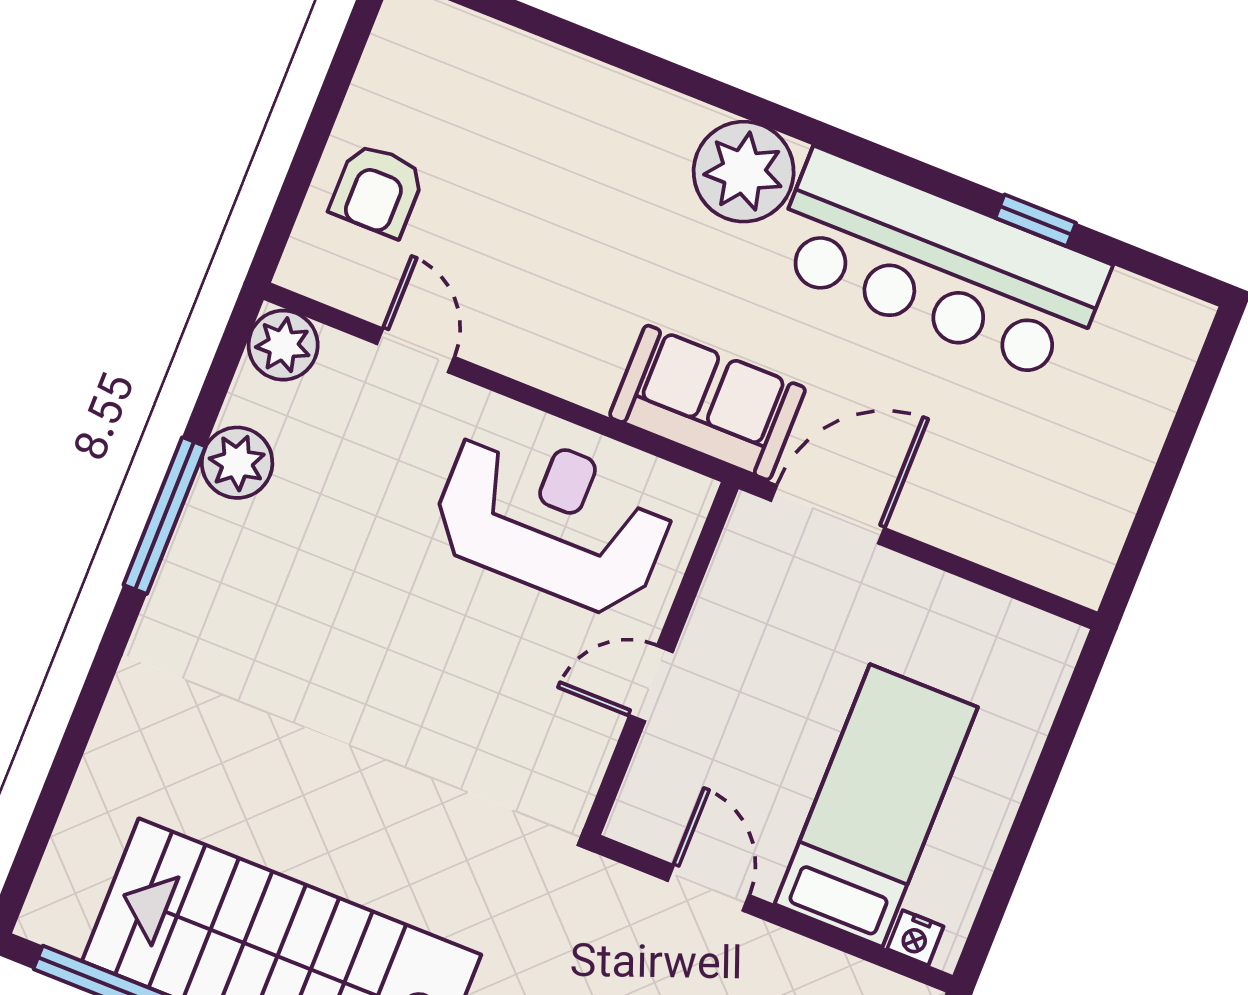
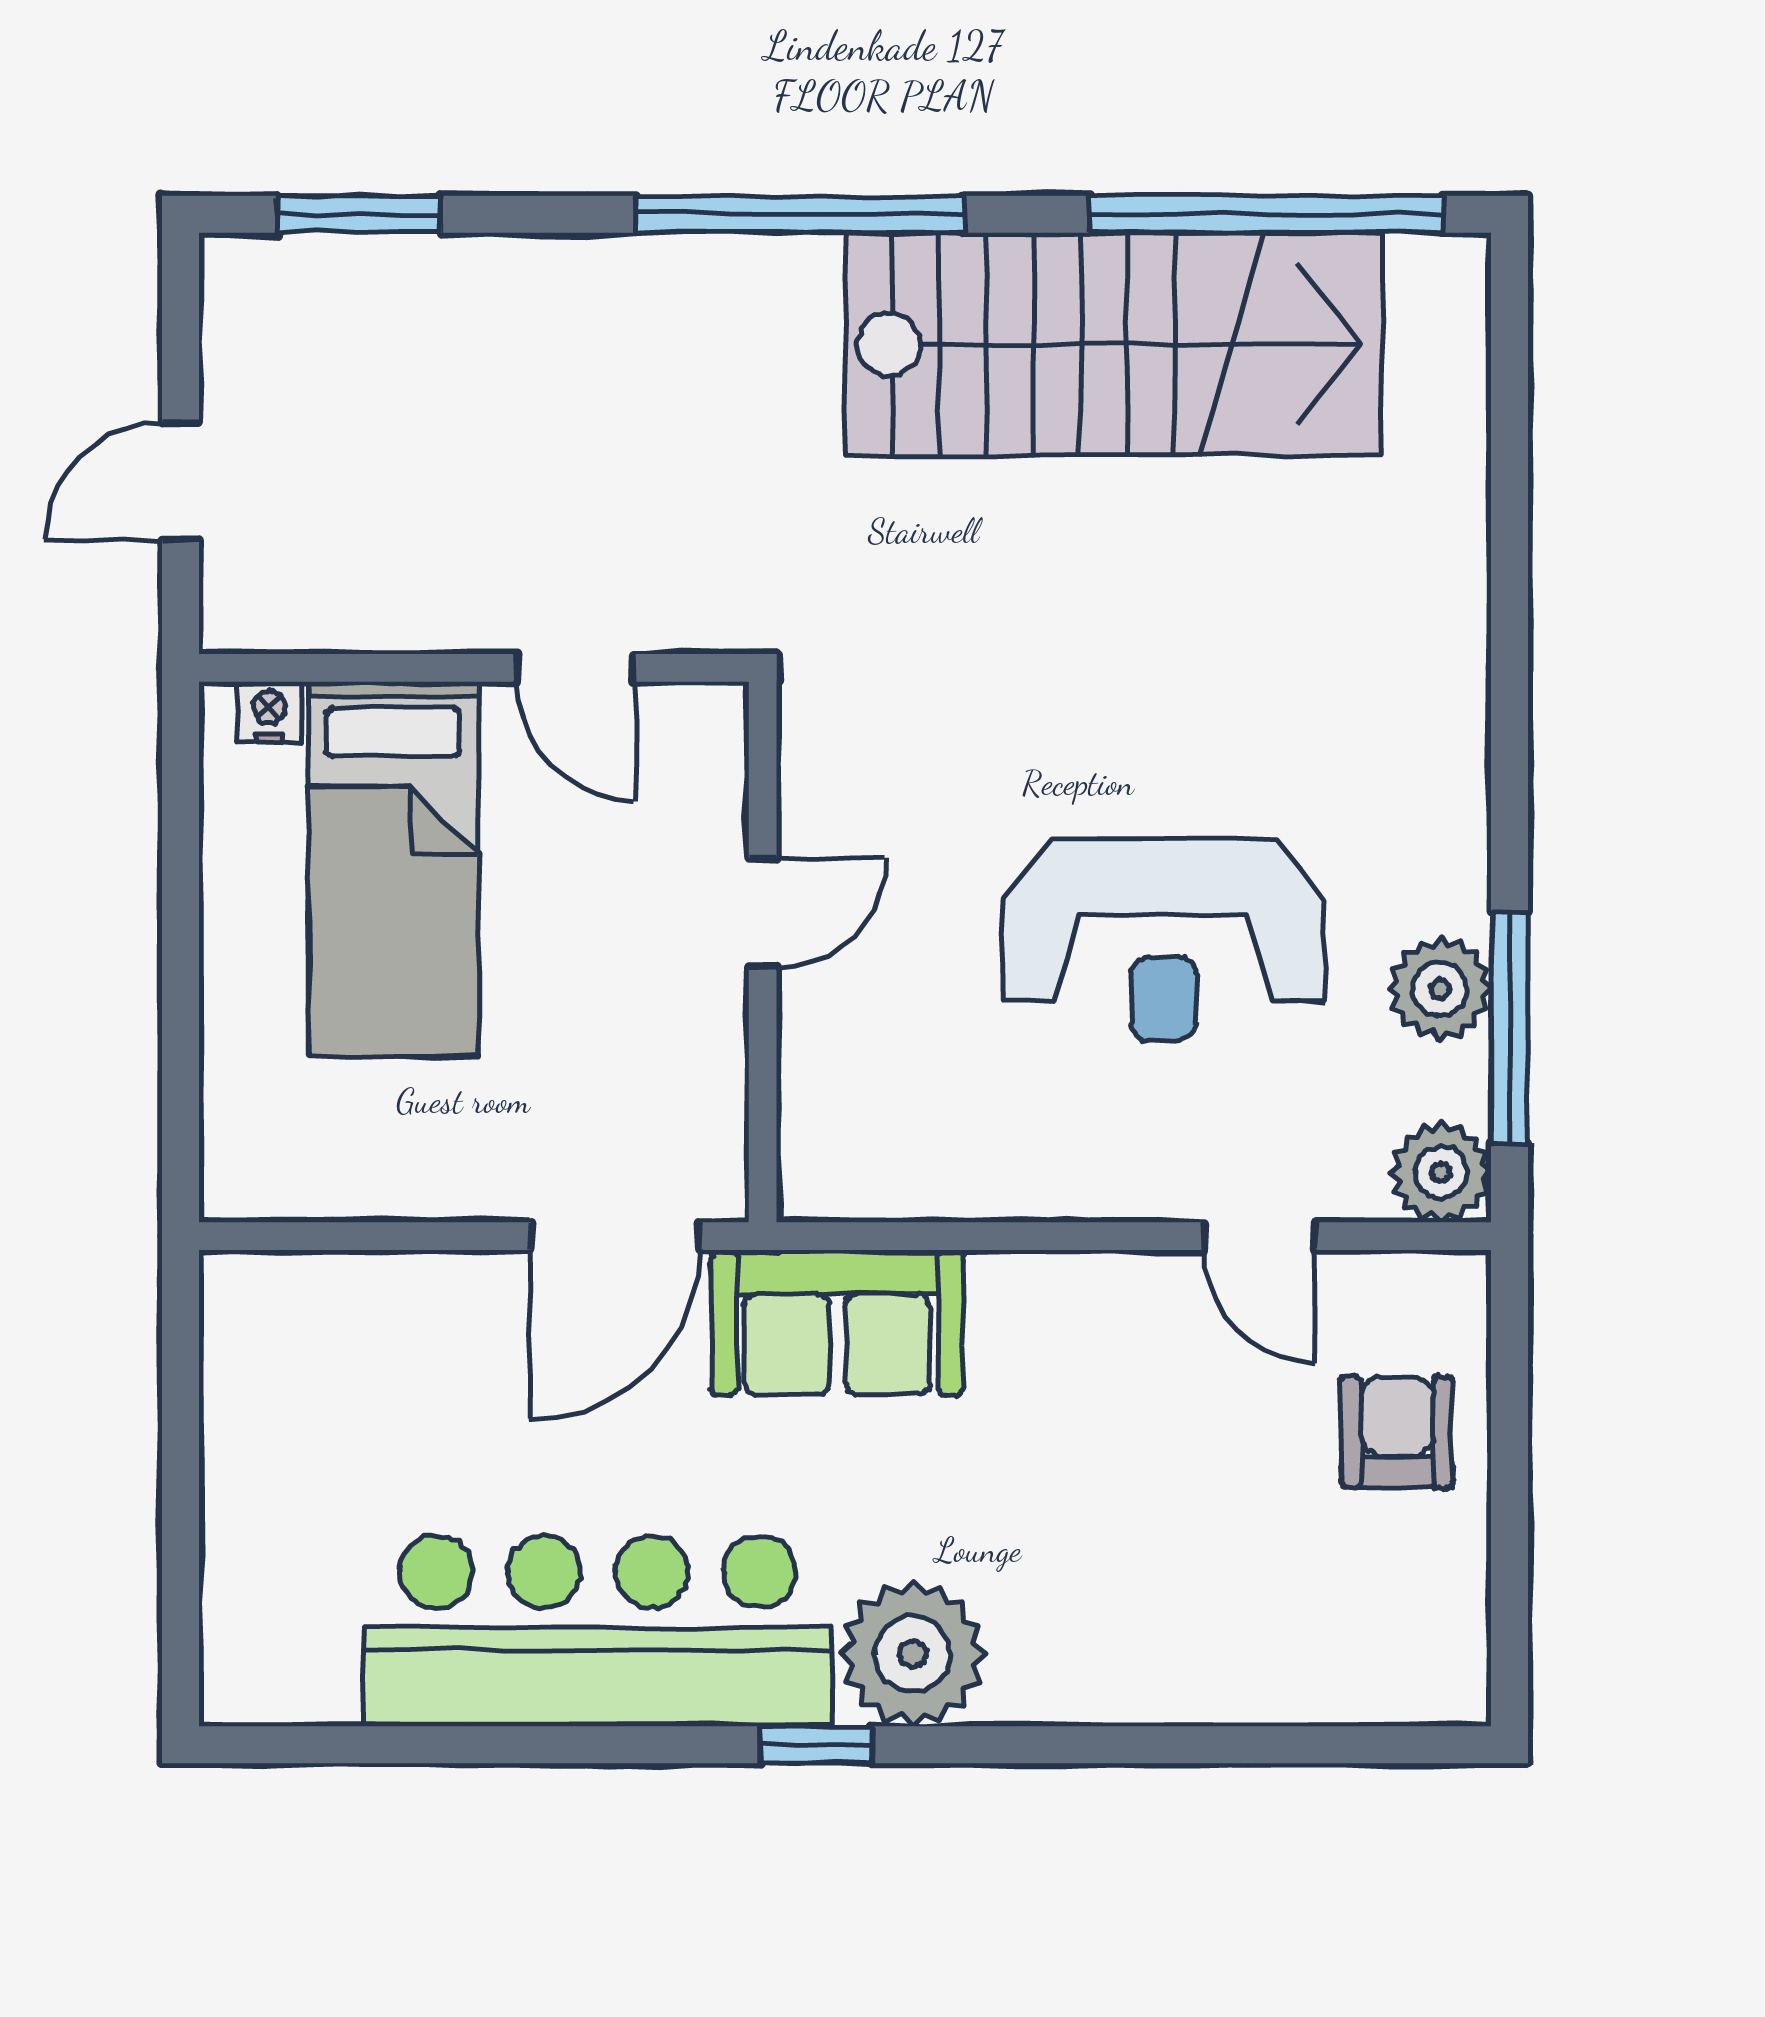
window: (1036, 220) -> (816, 1745), moved
window: (164, 516) -> (1509, 1028), moved
reception desk: (553, 519) -> (1163, 940), moved

